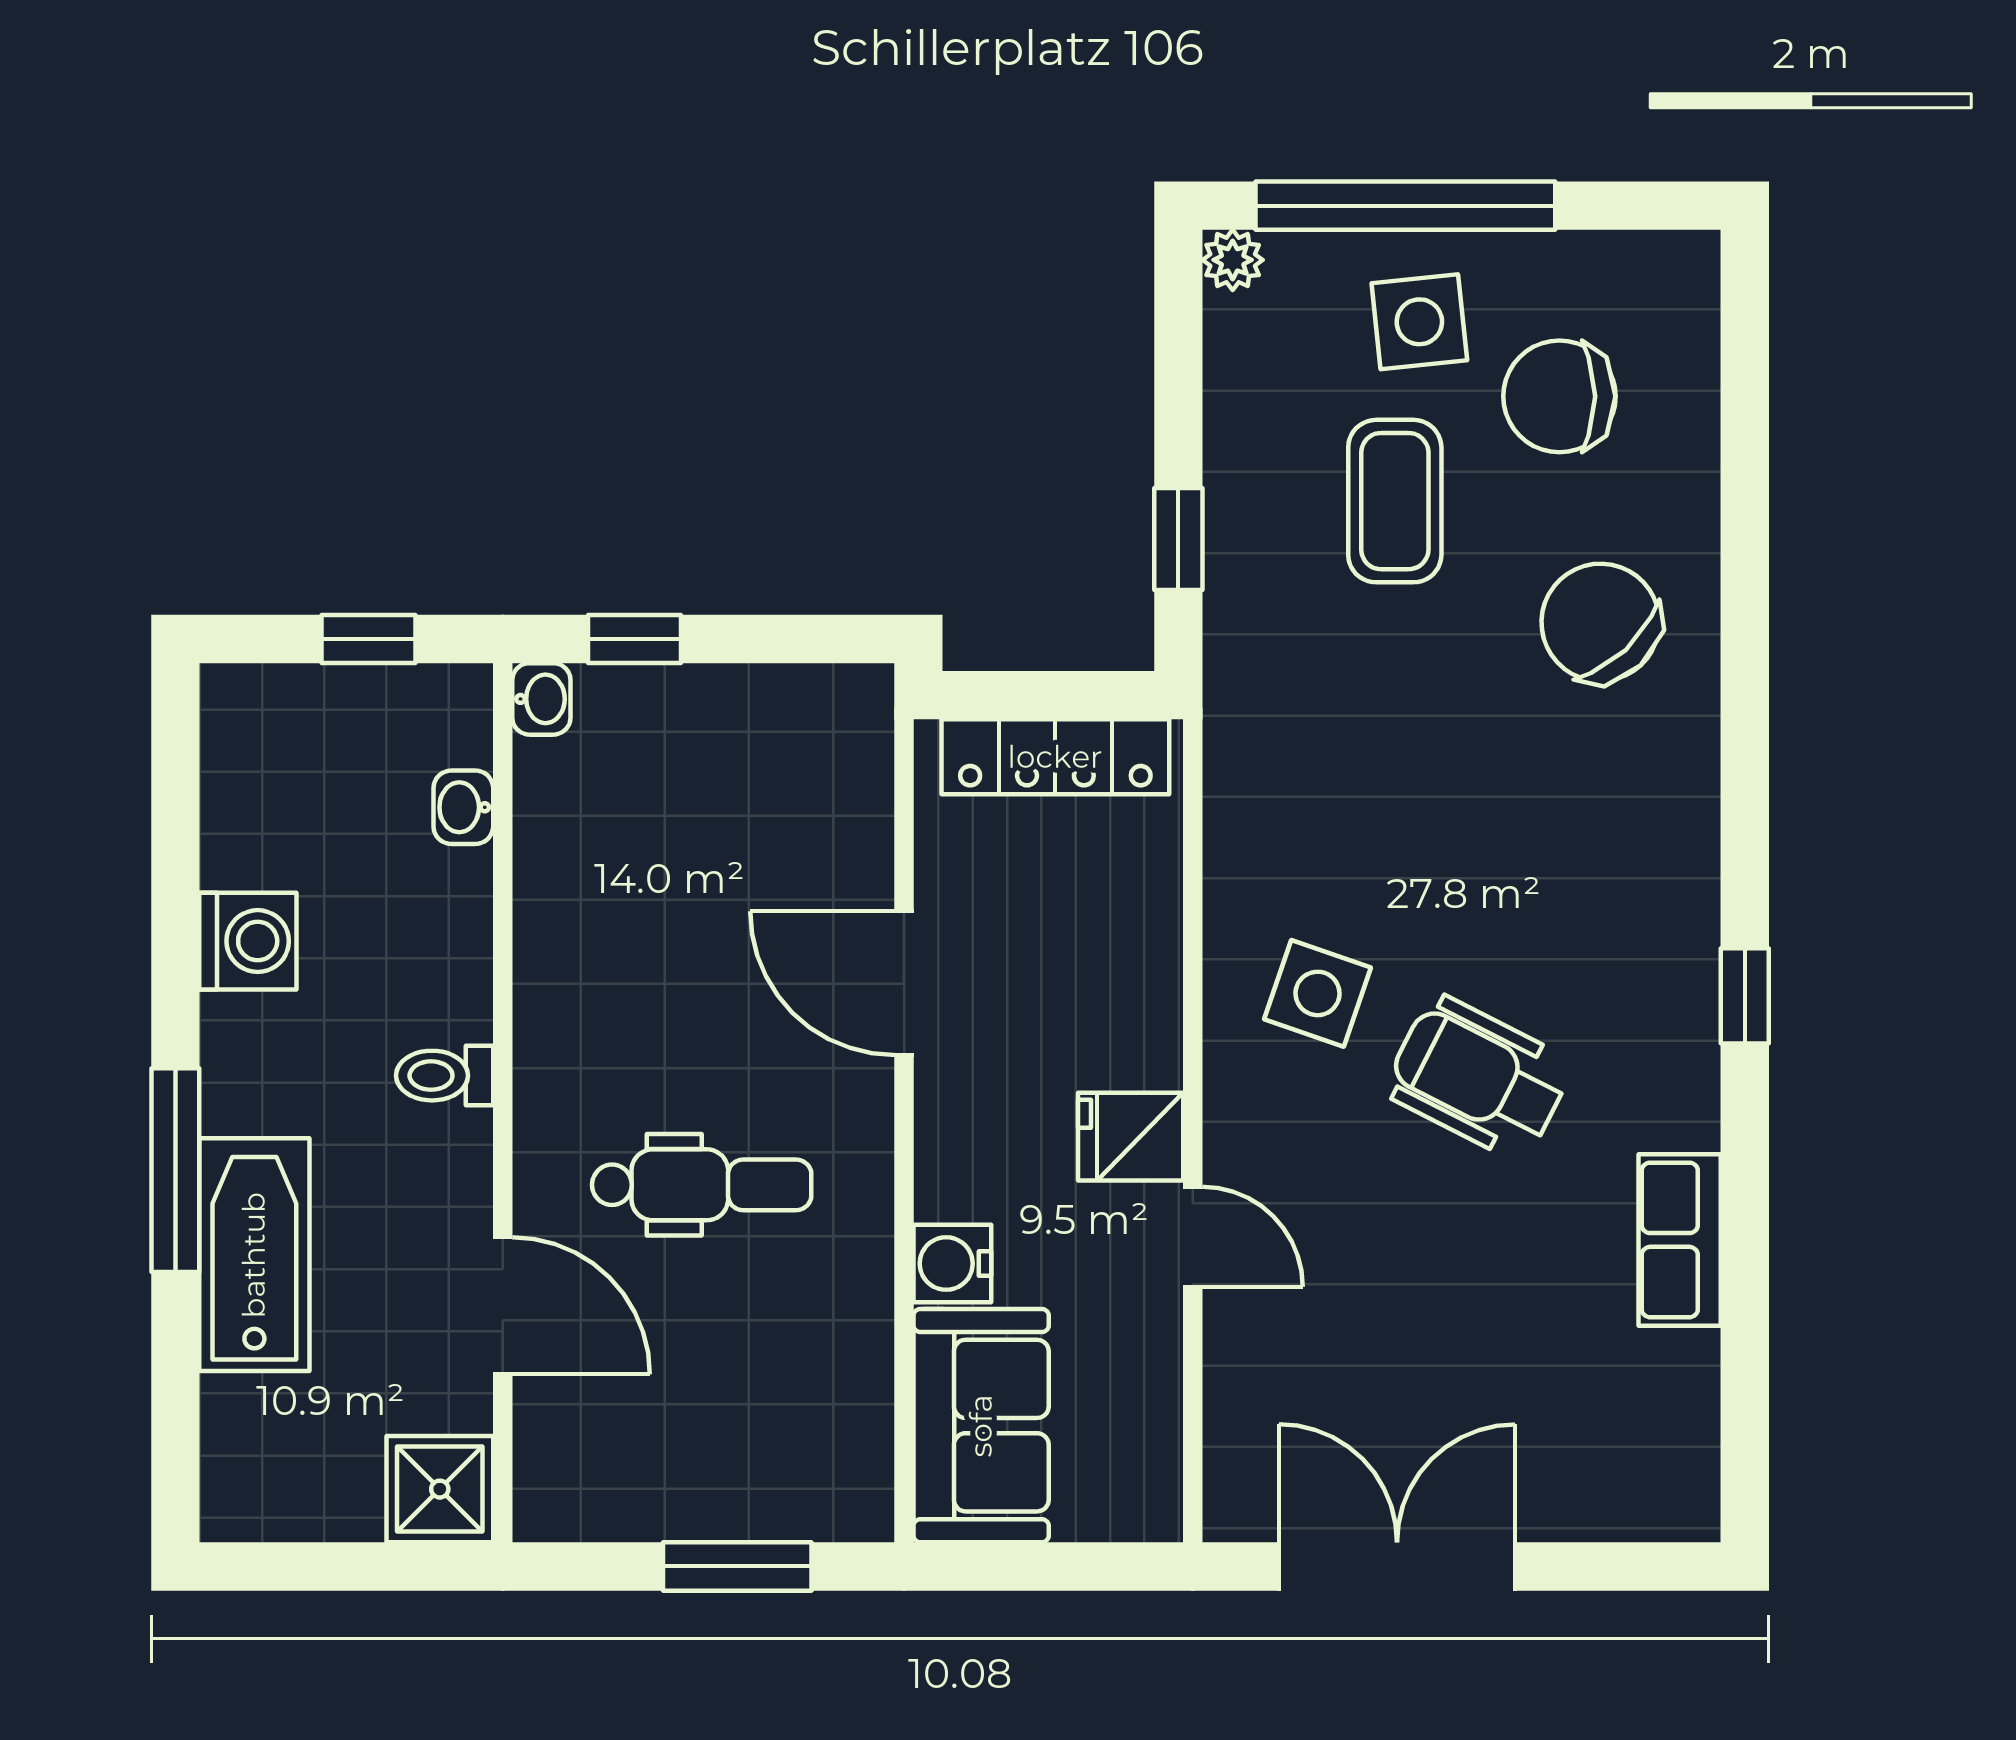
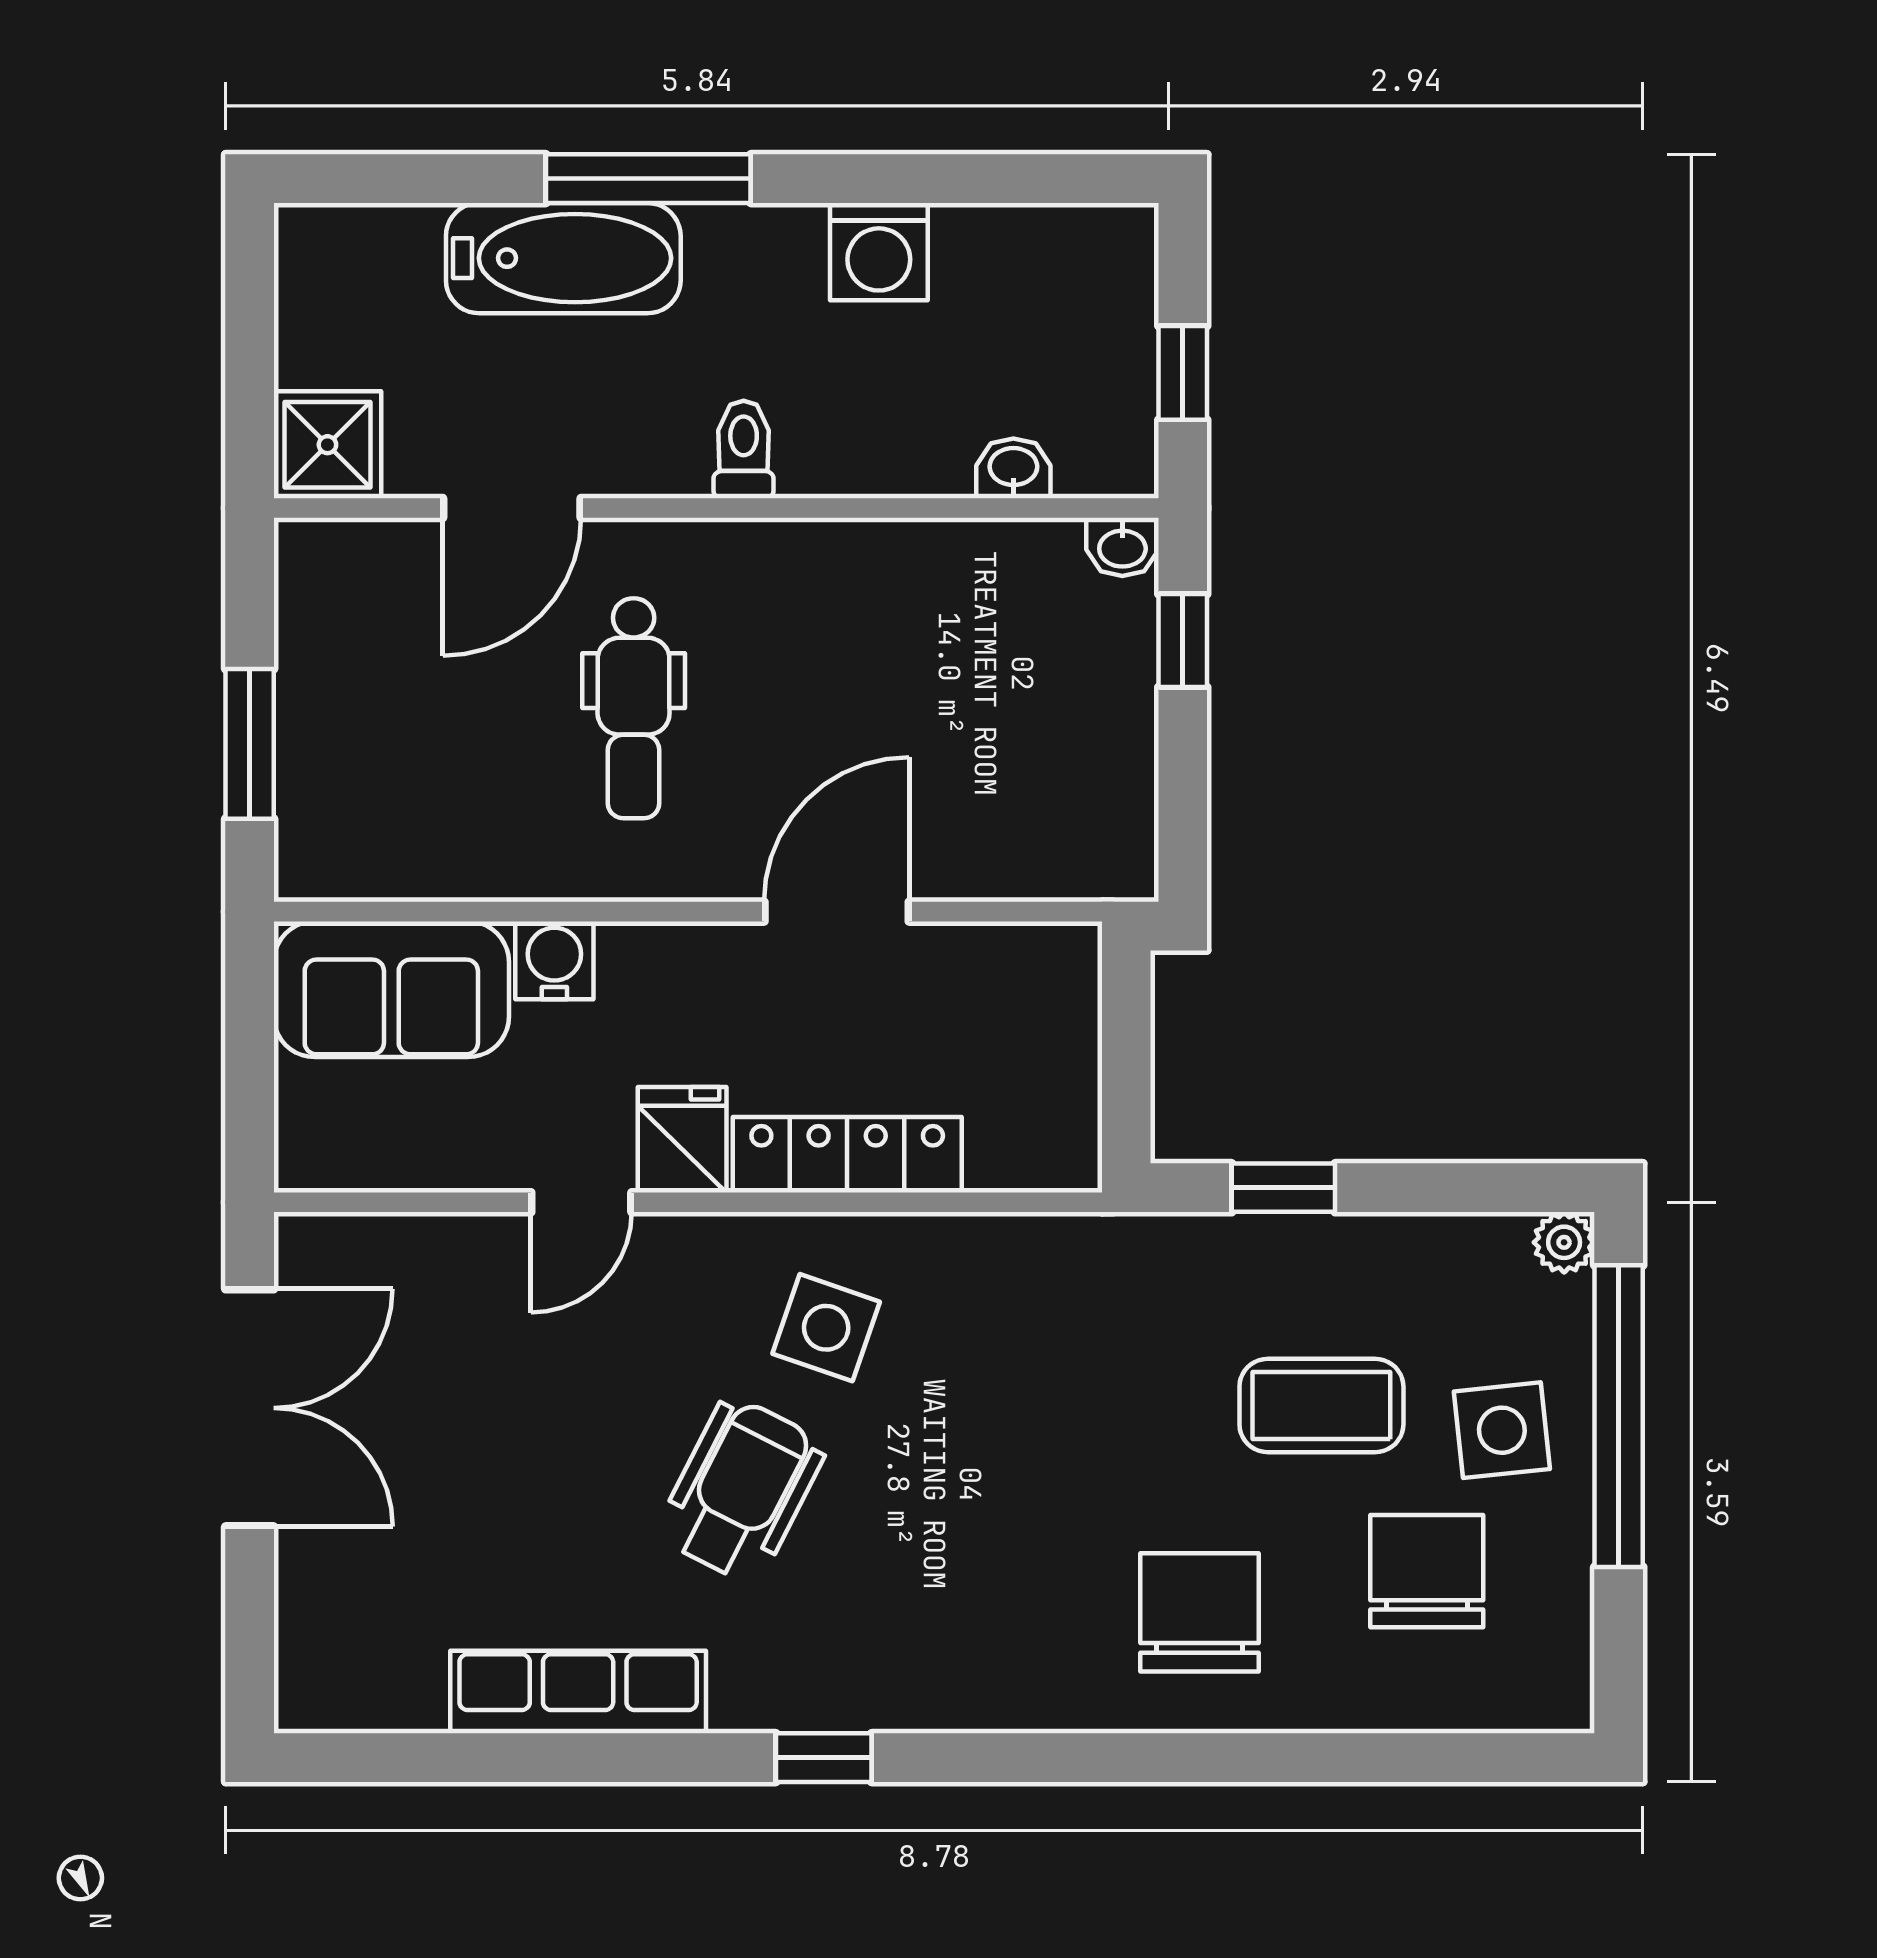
chair: (1600, 622) -> (1199, 1612), turned -47
locker: (1055, 757) -> (847, 1155), moved, turned 90
row of seats: (1680, 1240) -> (578, 1692), width x1.48

